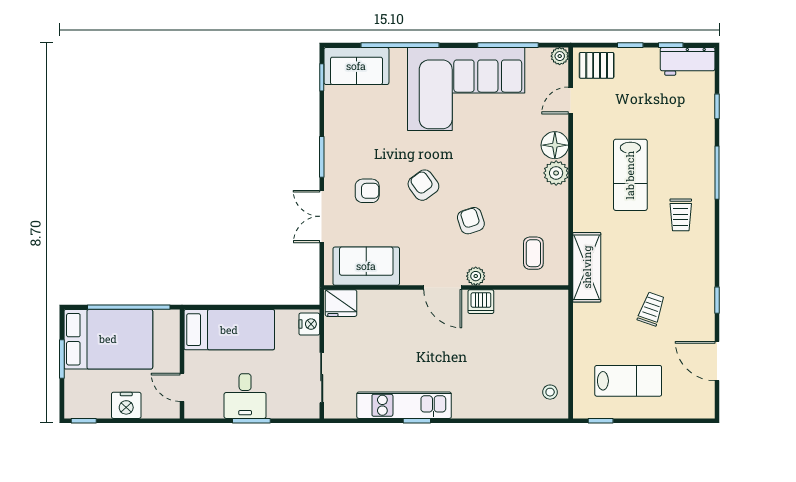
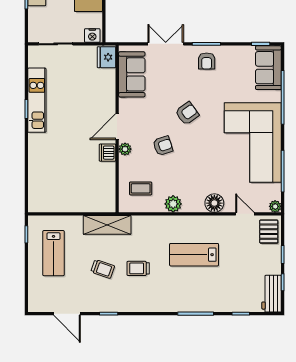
plant: (556, 173) -> (173, 204), moved
armchair: (367, 191) -> (207, 61), moved
trolley: (681, 215) -> (138, 268), moved
shelving: (587, 267) -> (107, 225), moved
door: (717, 361) -> (67, 314), swing flipped
stool: (550, 392) -> (46, 200), removed

